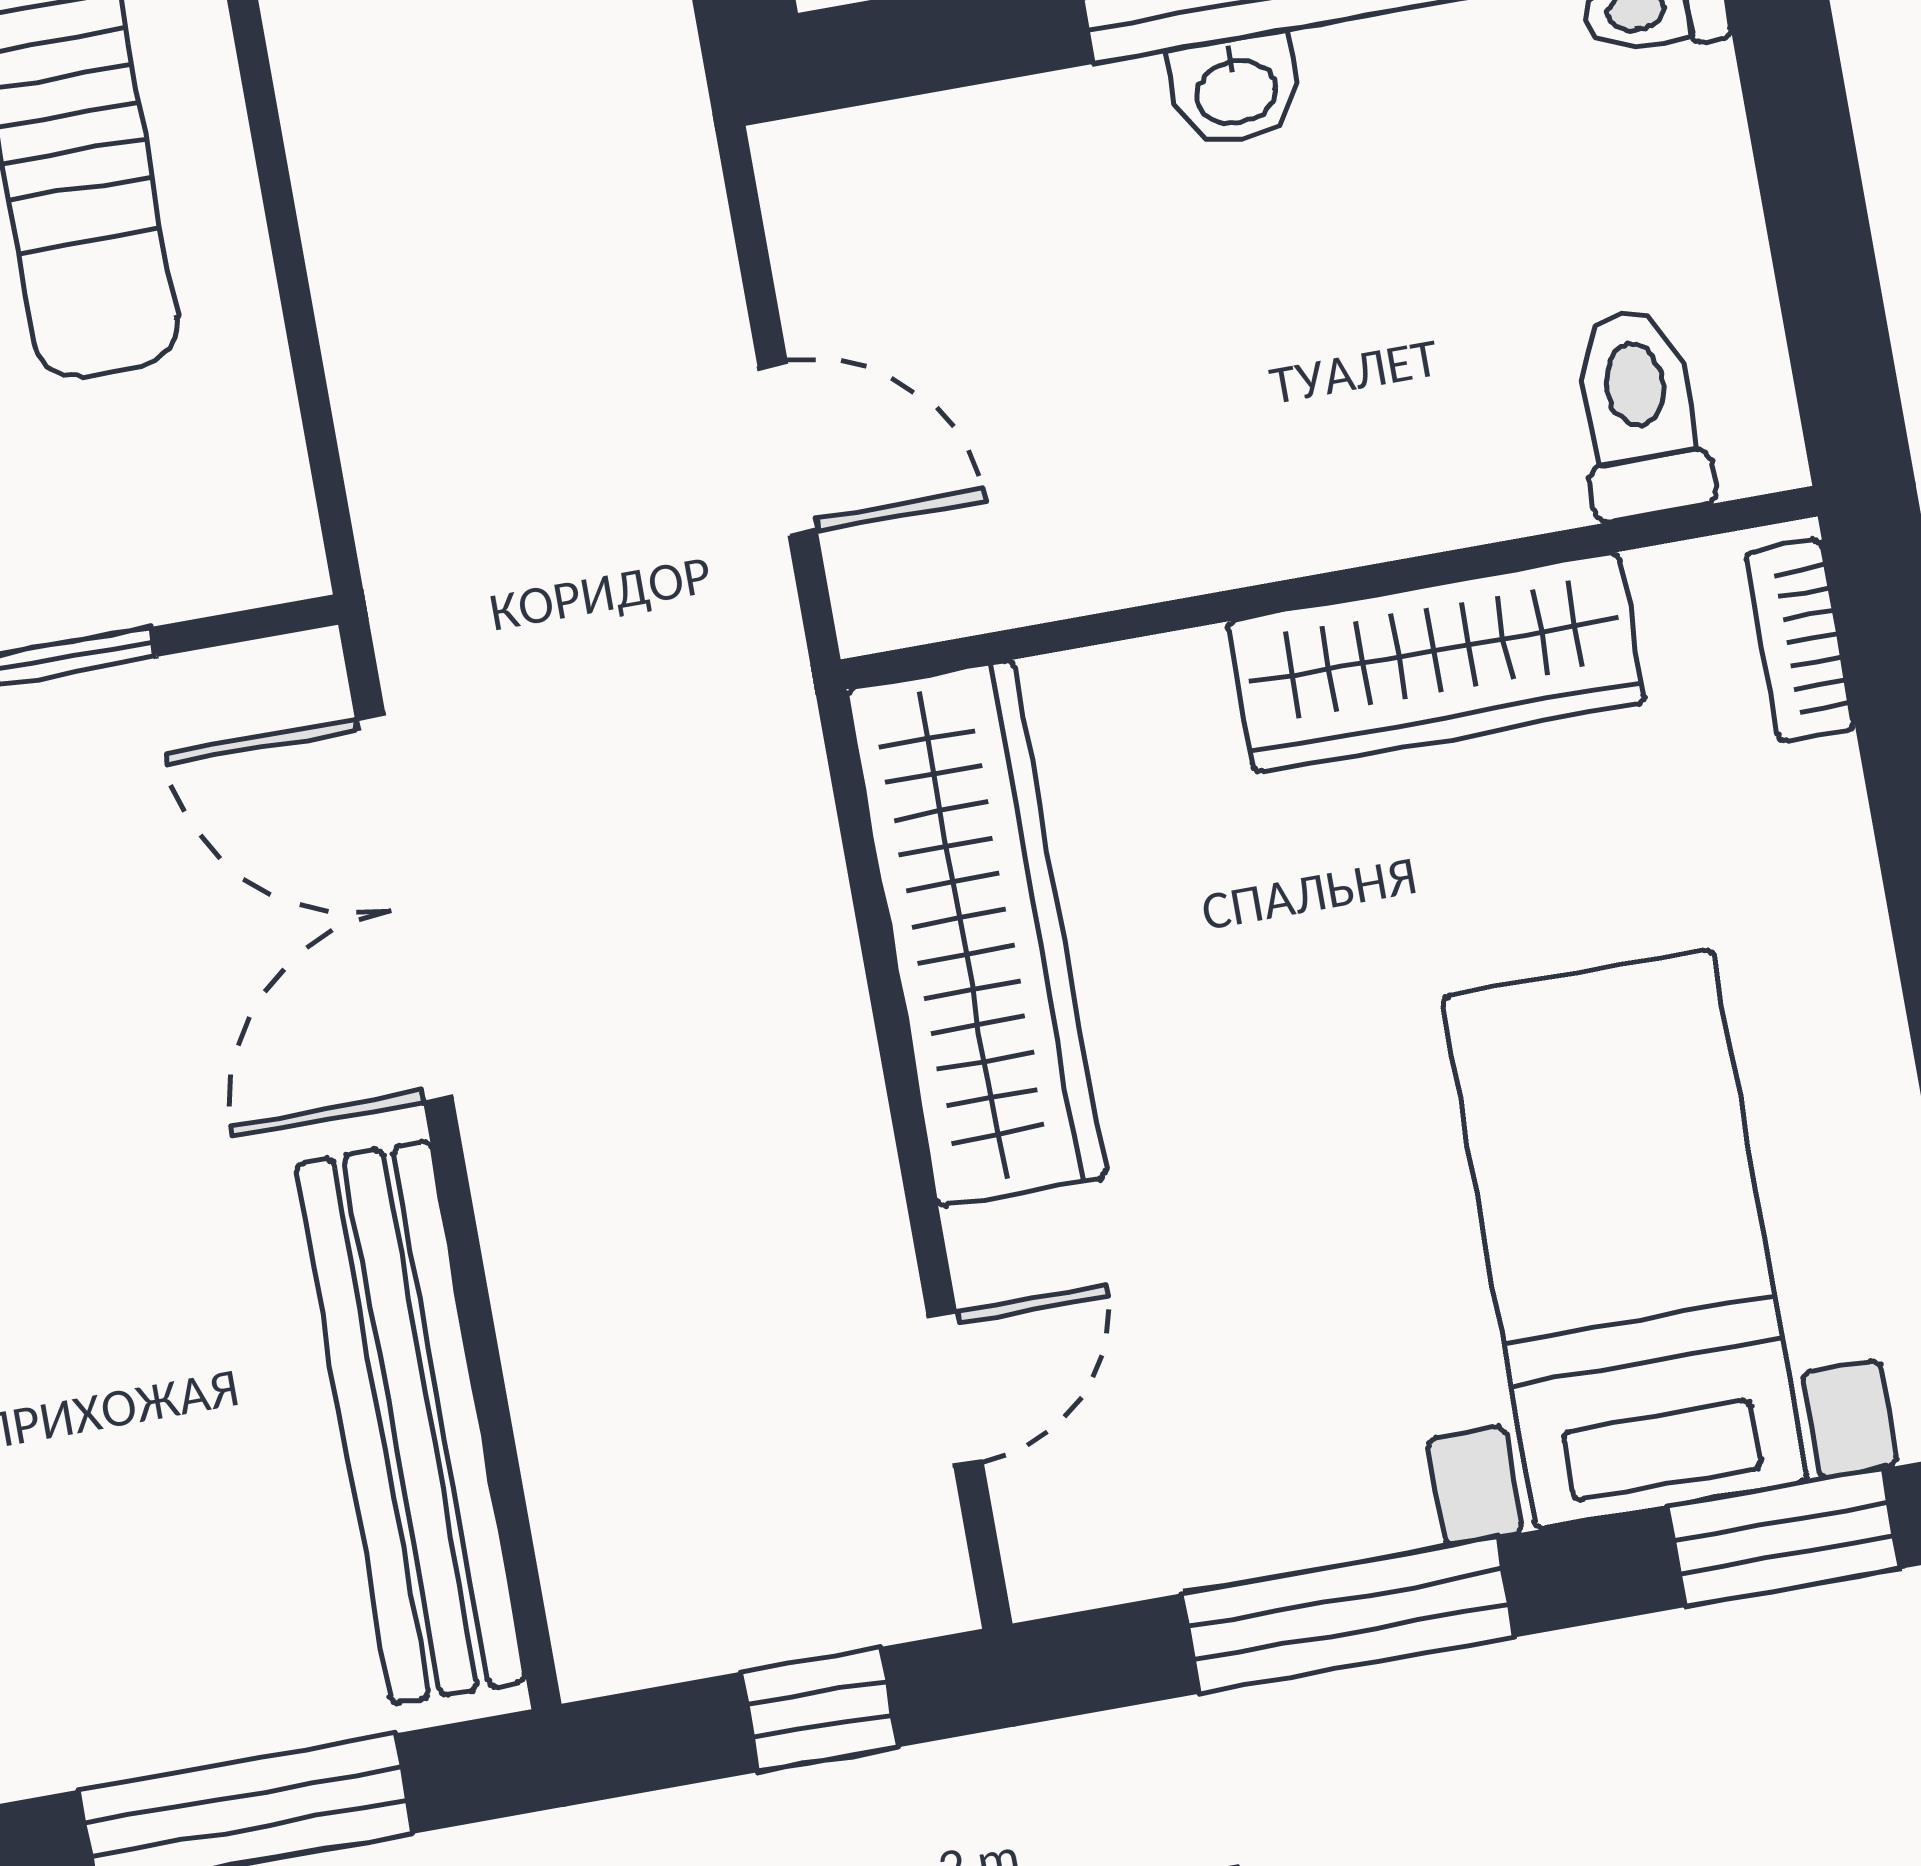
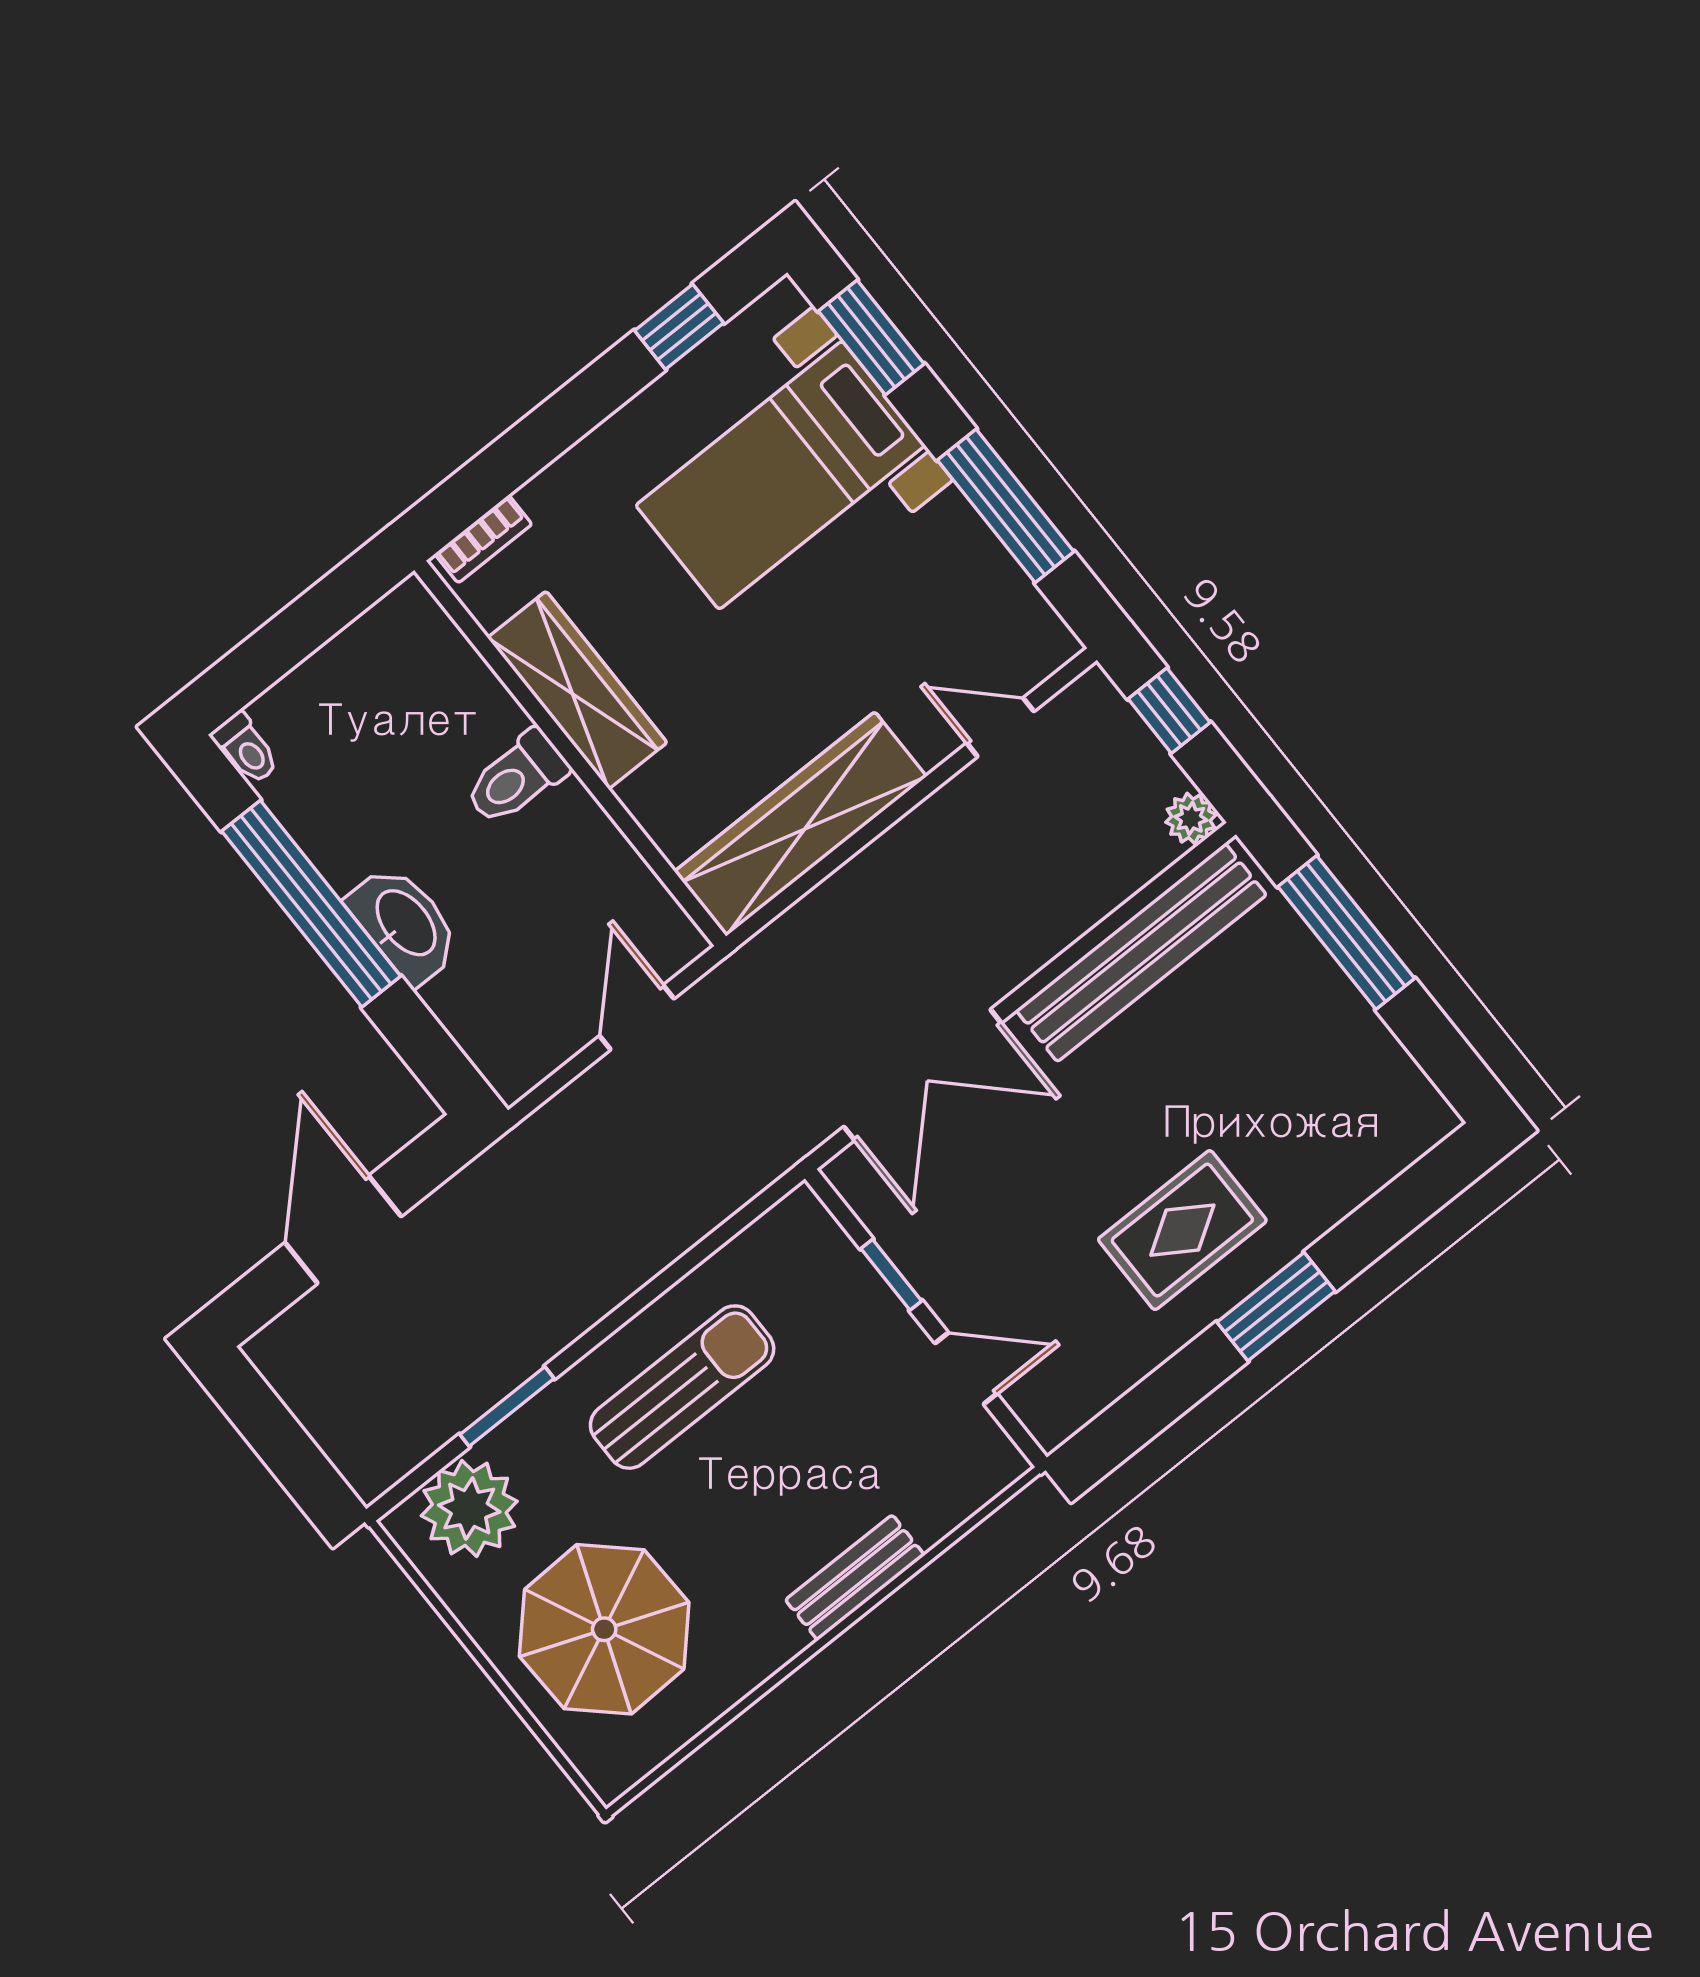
washbasin: (1235, 89) -> (404, 924), width x1.91, depth x1.45
toilet: (1640, 413) -> (516, 778), moved
plant: (604, 1643) -> (1191, 818), added

